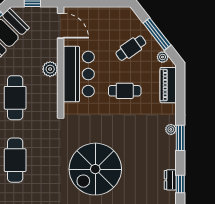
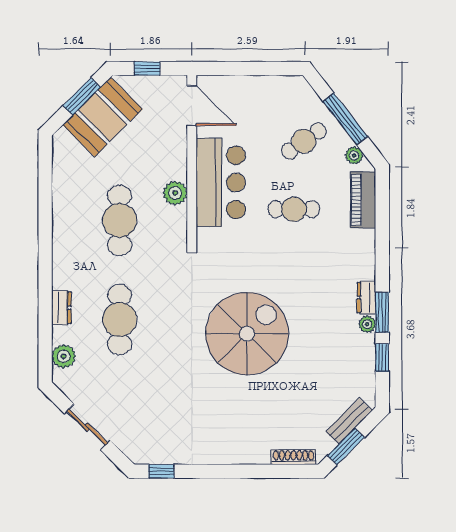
plant: (50, 69) -> (175, 193), moved
plant: (171, 129) -> (367, 324), moved
window: (180, 138) -> (382, 312), moved
spiral stairs: (95, 169) -> (247, 334), turned 180
dresser: (170, 180) -> (366, 298), moved

